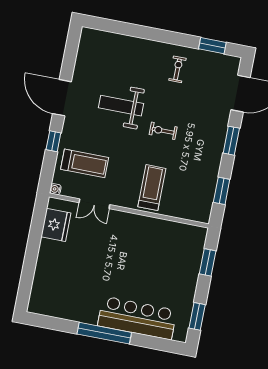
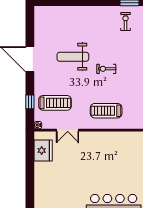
exercise bike: (177, 69) -> (126, 22), moved
window: (53, 141) -> (30, 102), moved
treadmill: (152, 188) -> (106, 111), turned -90

